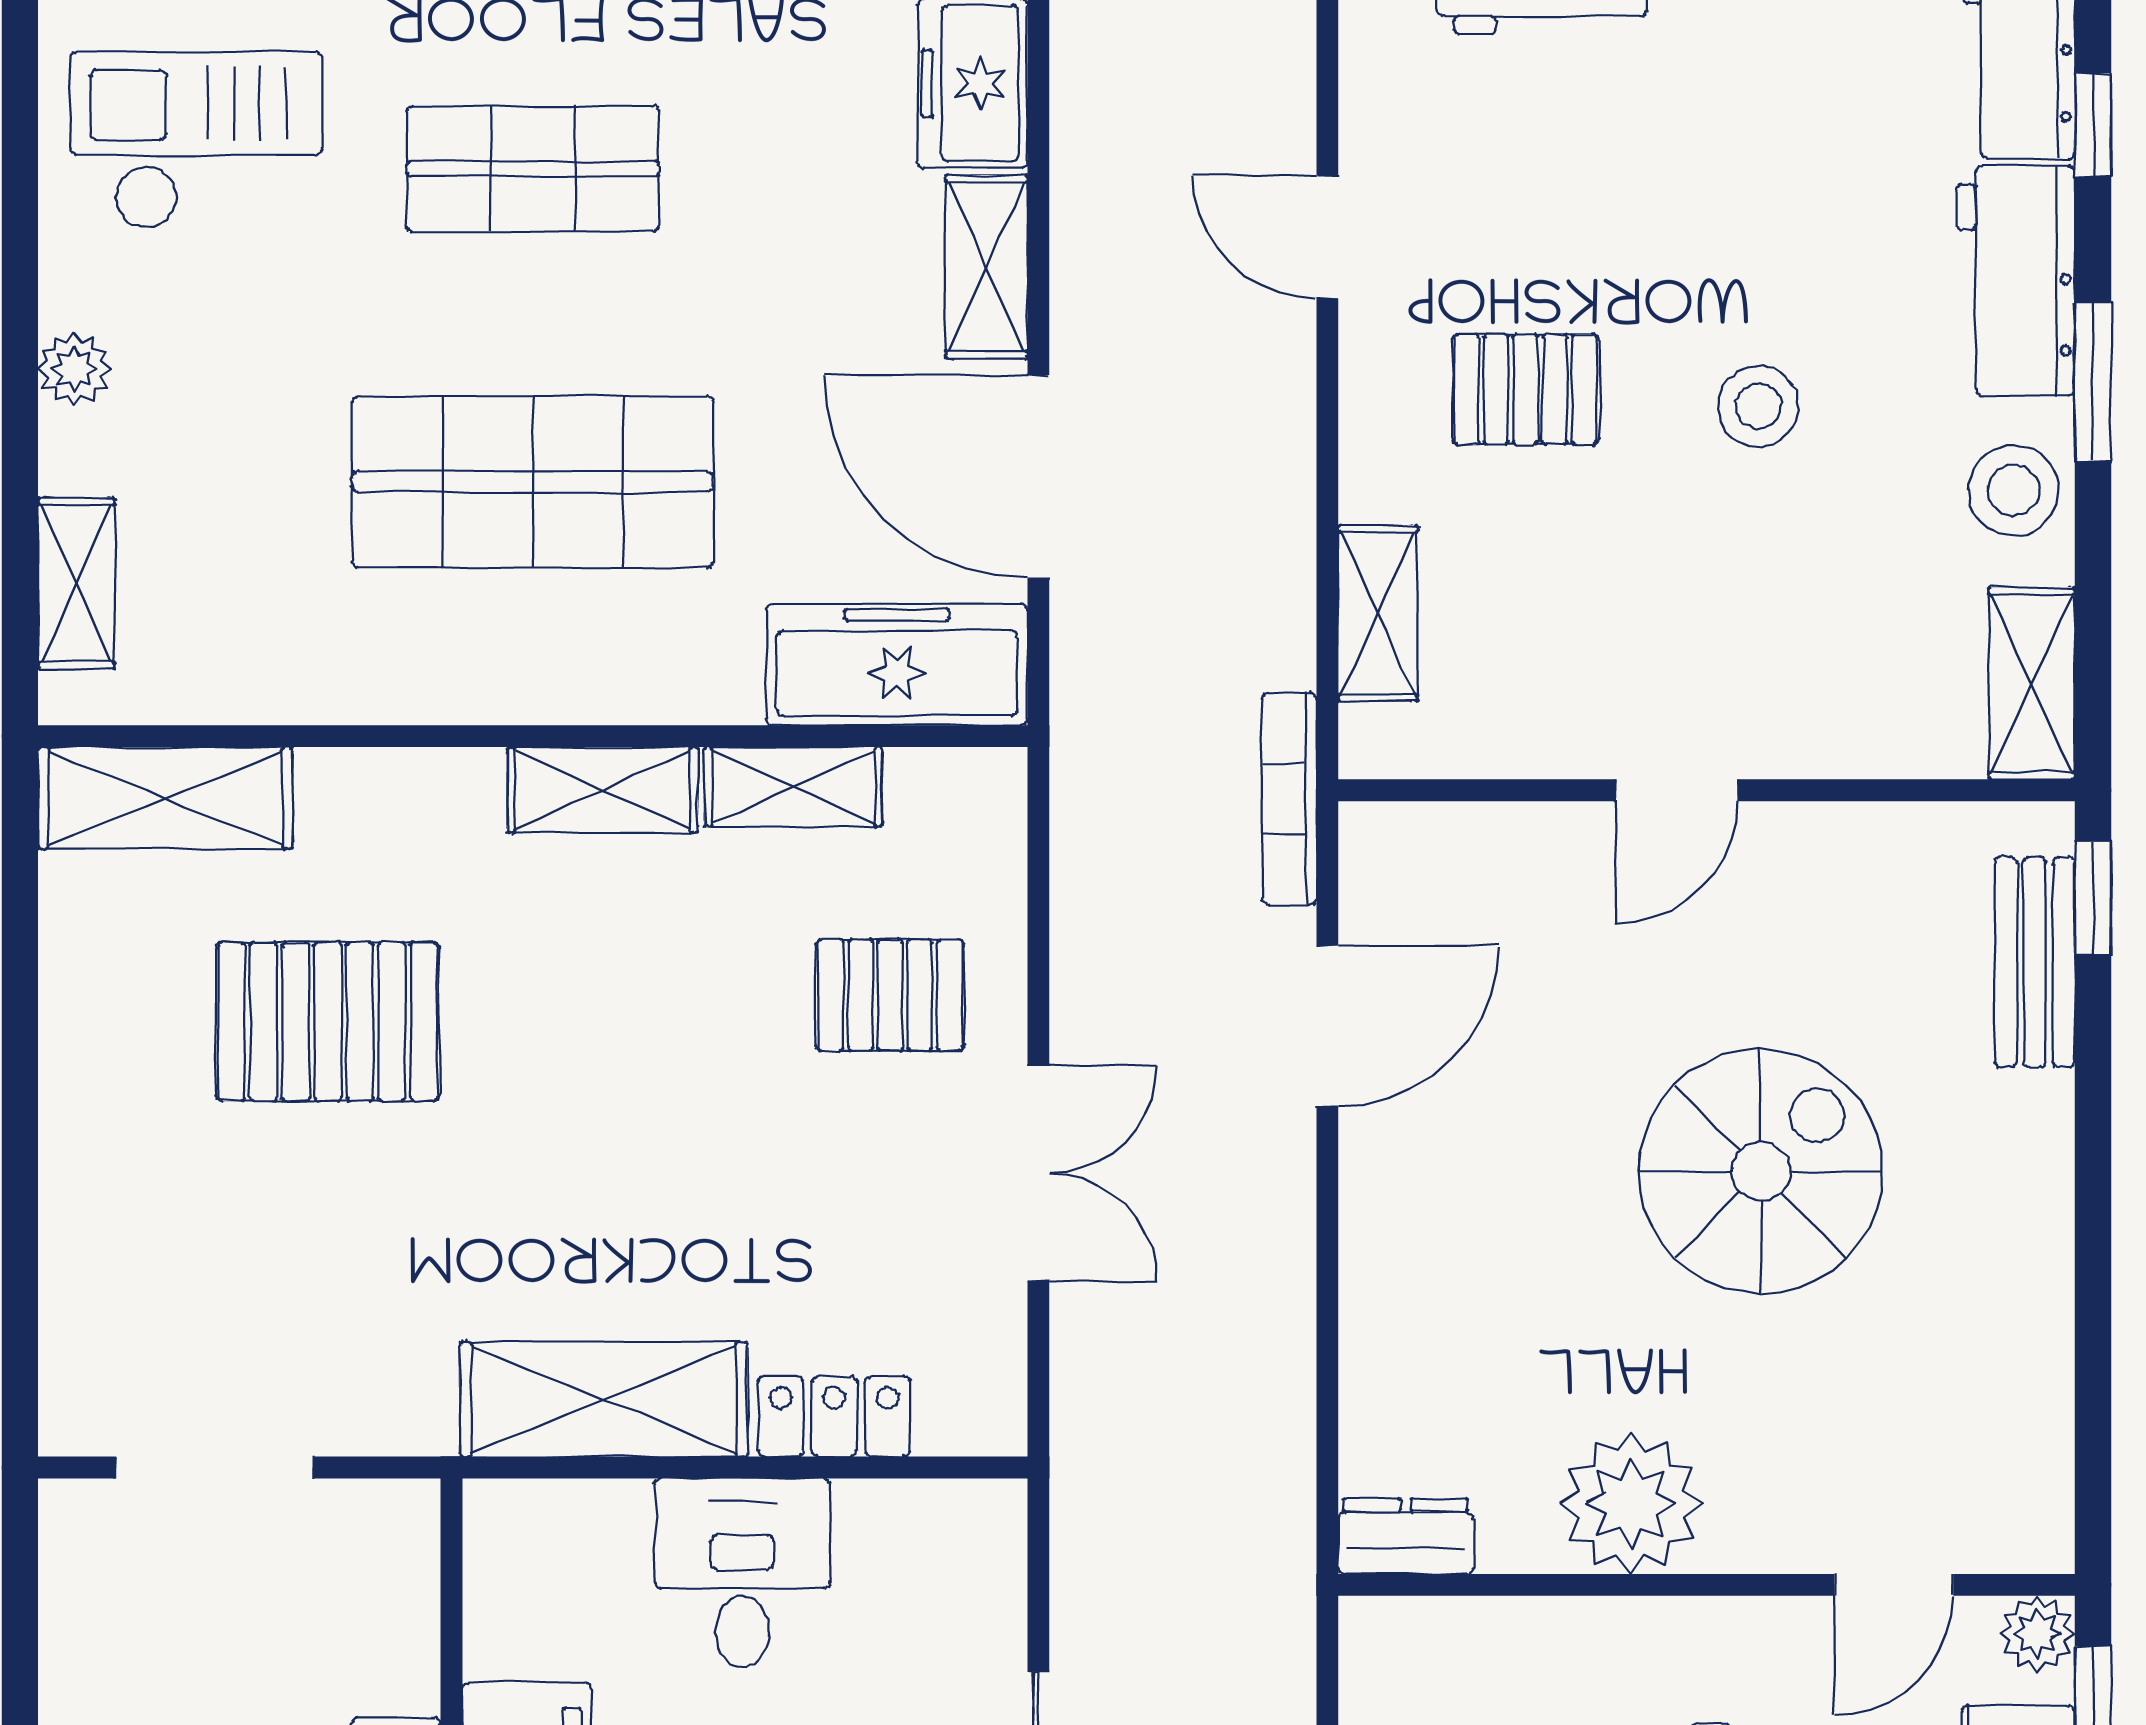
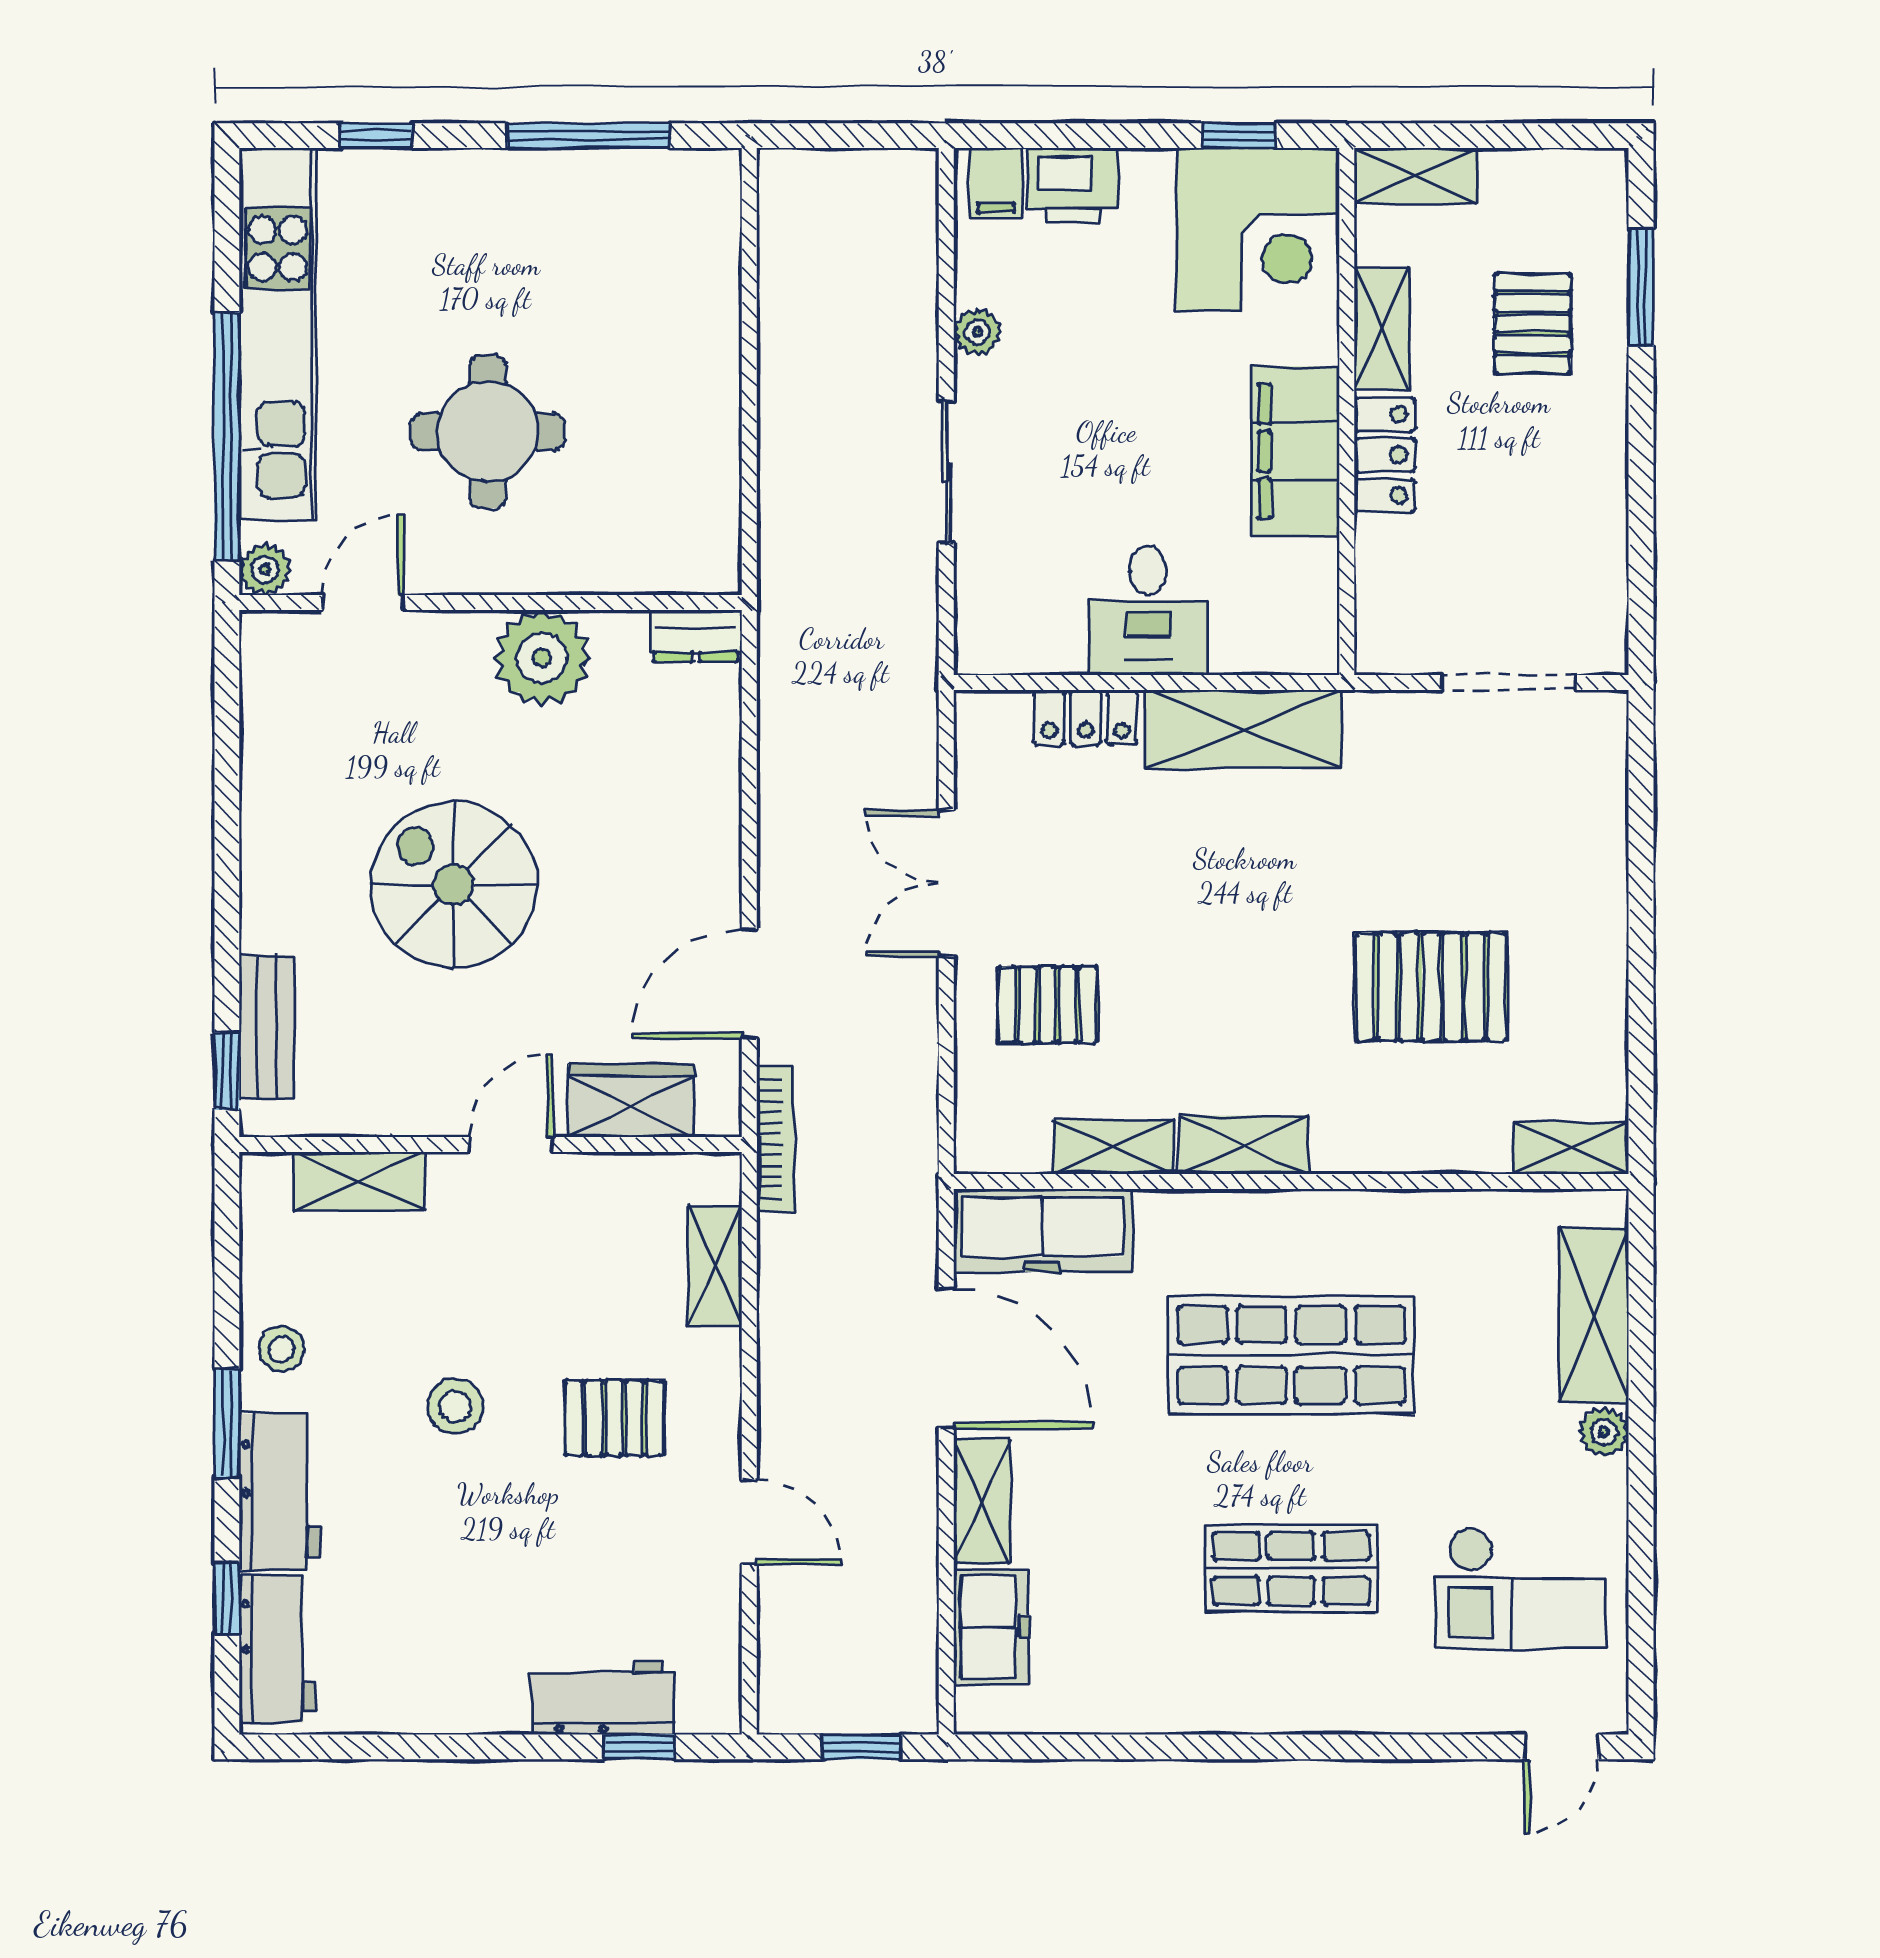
stool: (2013, 490) -> (281, 1349), width x0.73, depth x0.73
shelving: (76, 583) -> (1594, 1315), width x1.50, depth x1.33
shelving: (2032, 683) -> (359, 1181), moved, turned 90
shelving: (165, 798) -> (1571, 1148), width x0.67, depth x0.75
wardrobe: (1501, 855) -> (631, 1101), added
spiral stairs: (1761, 1172) -> (454, 884), turned 90

